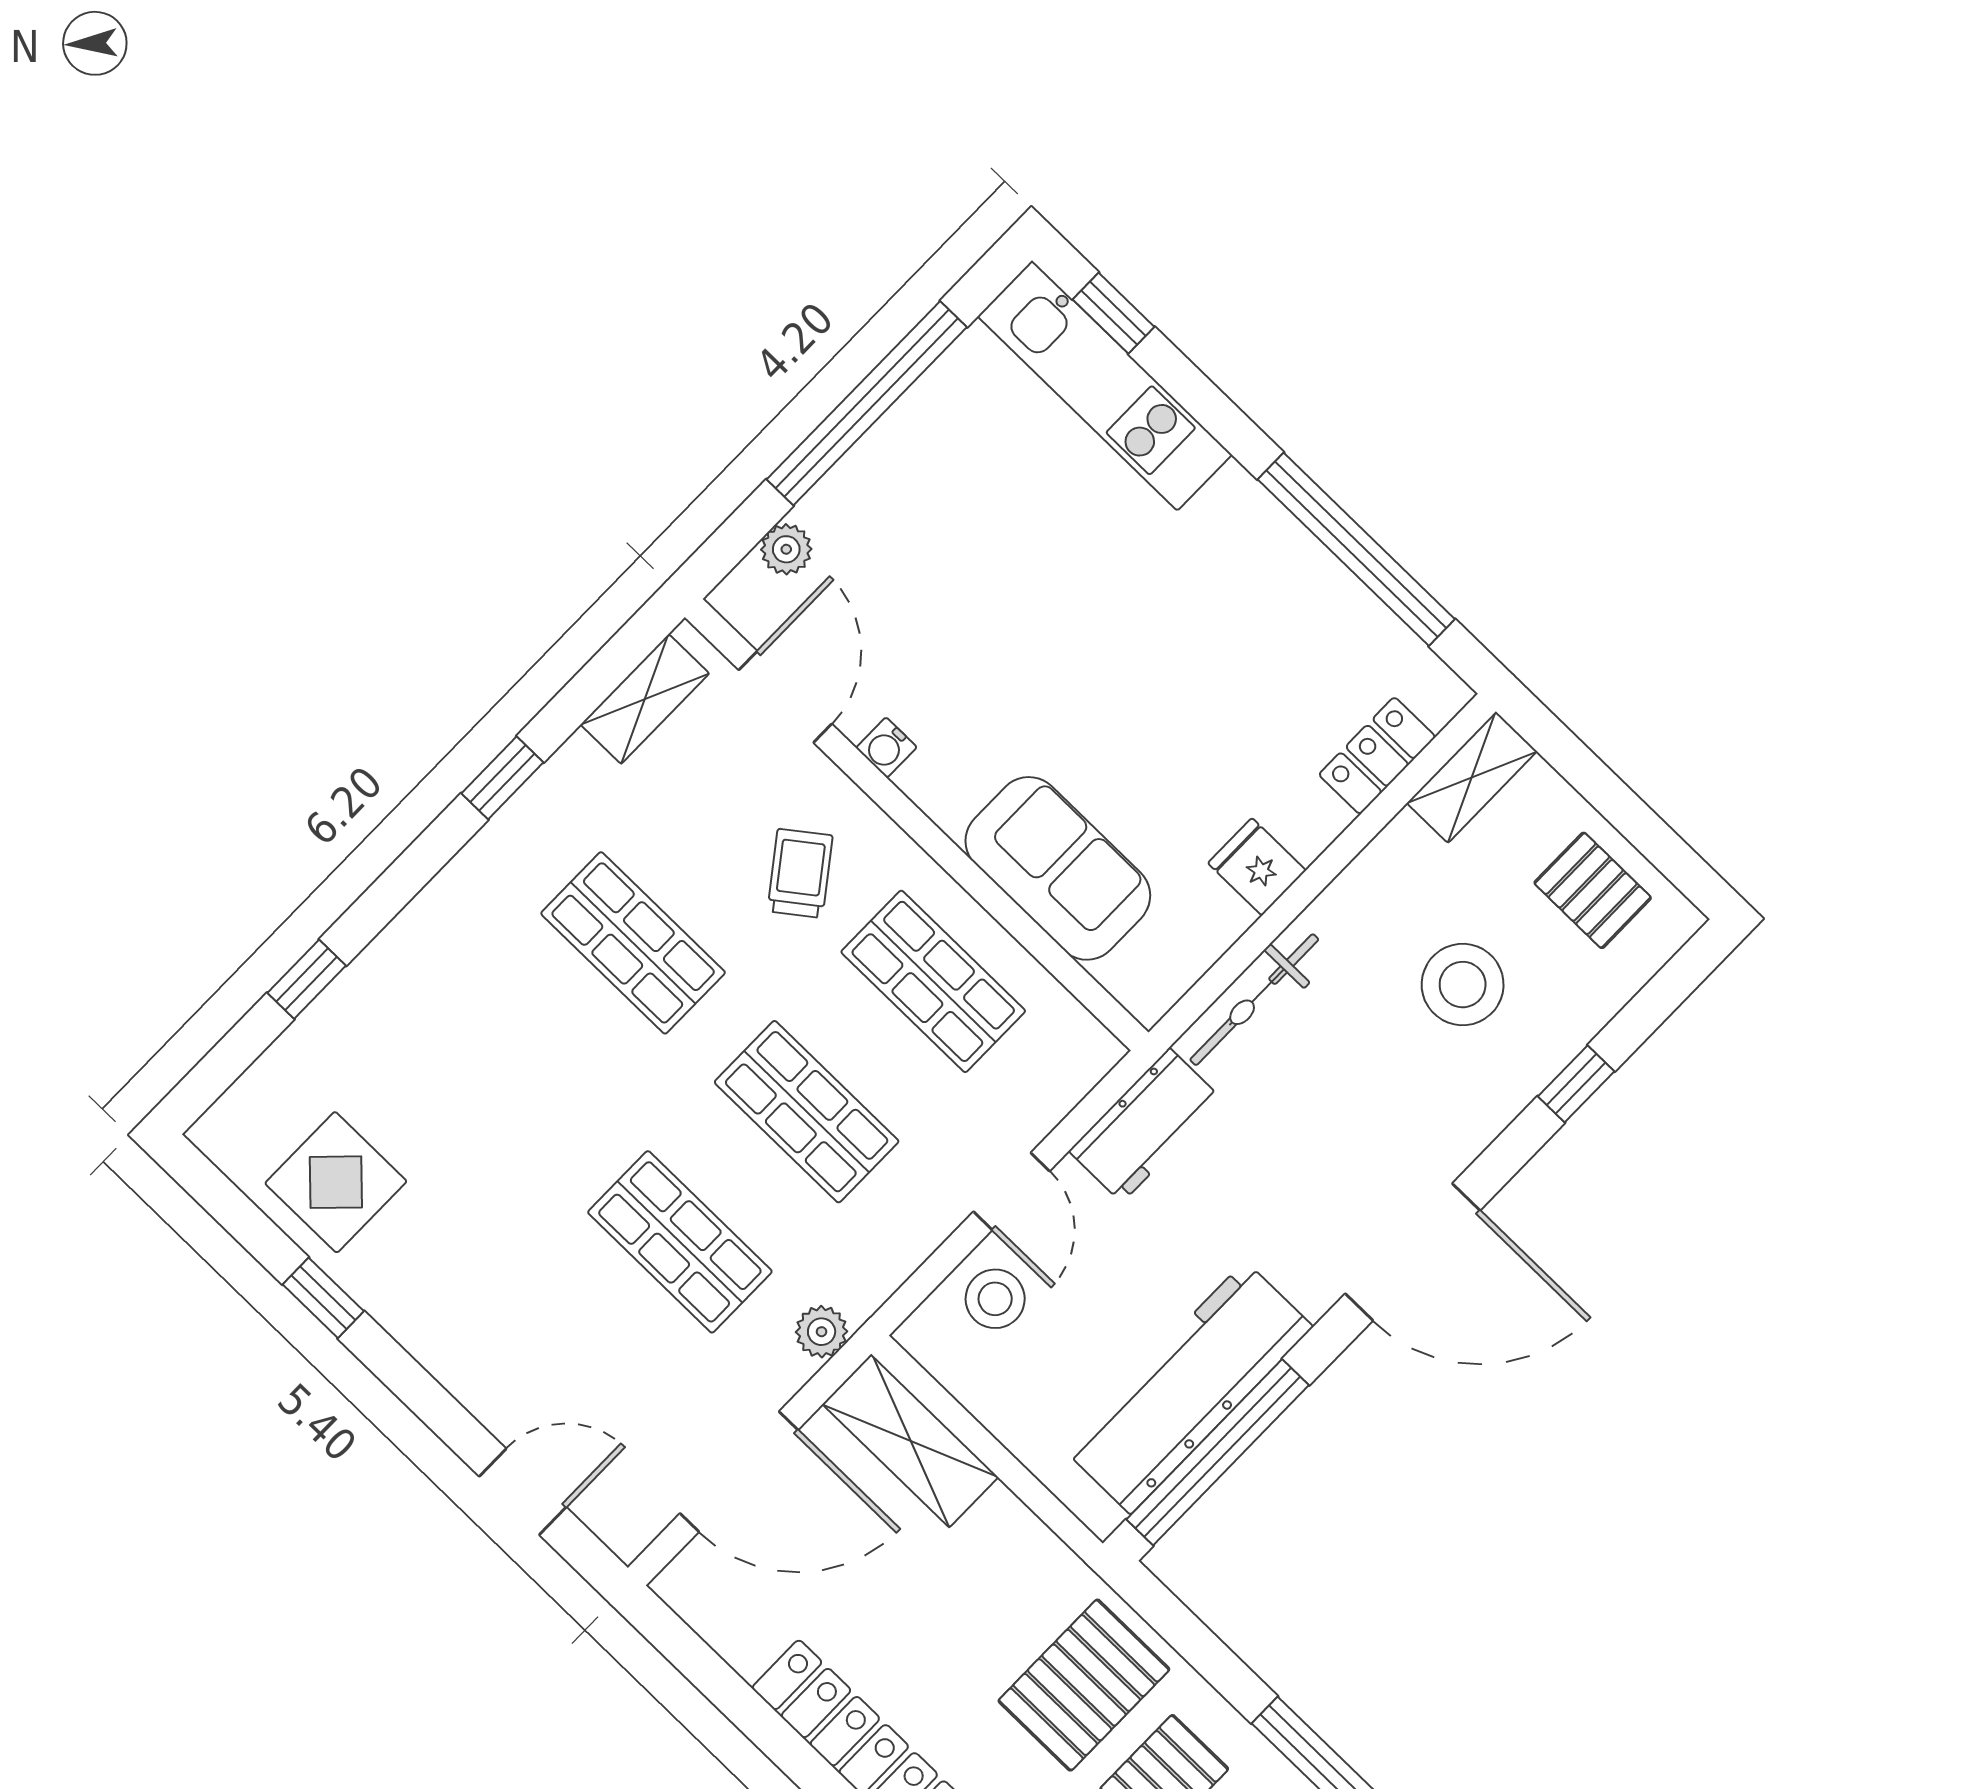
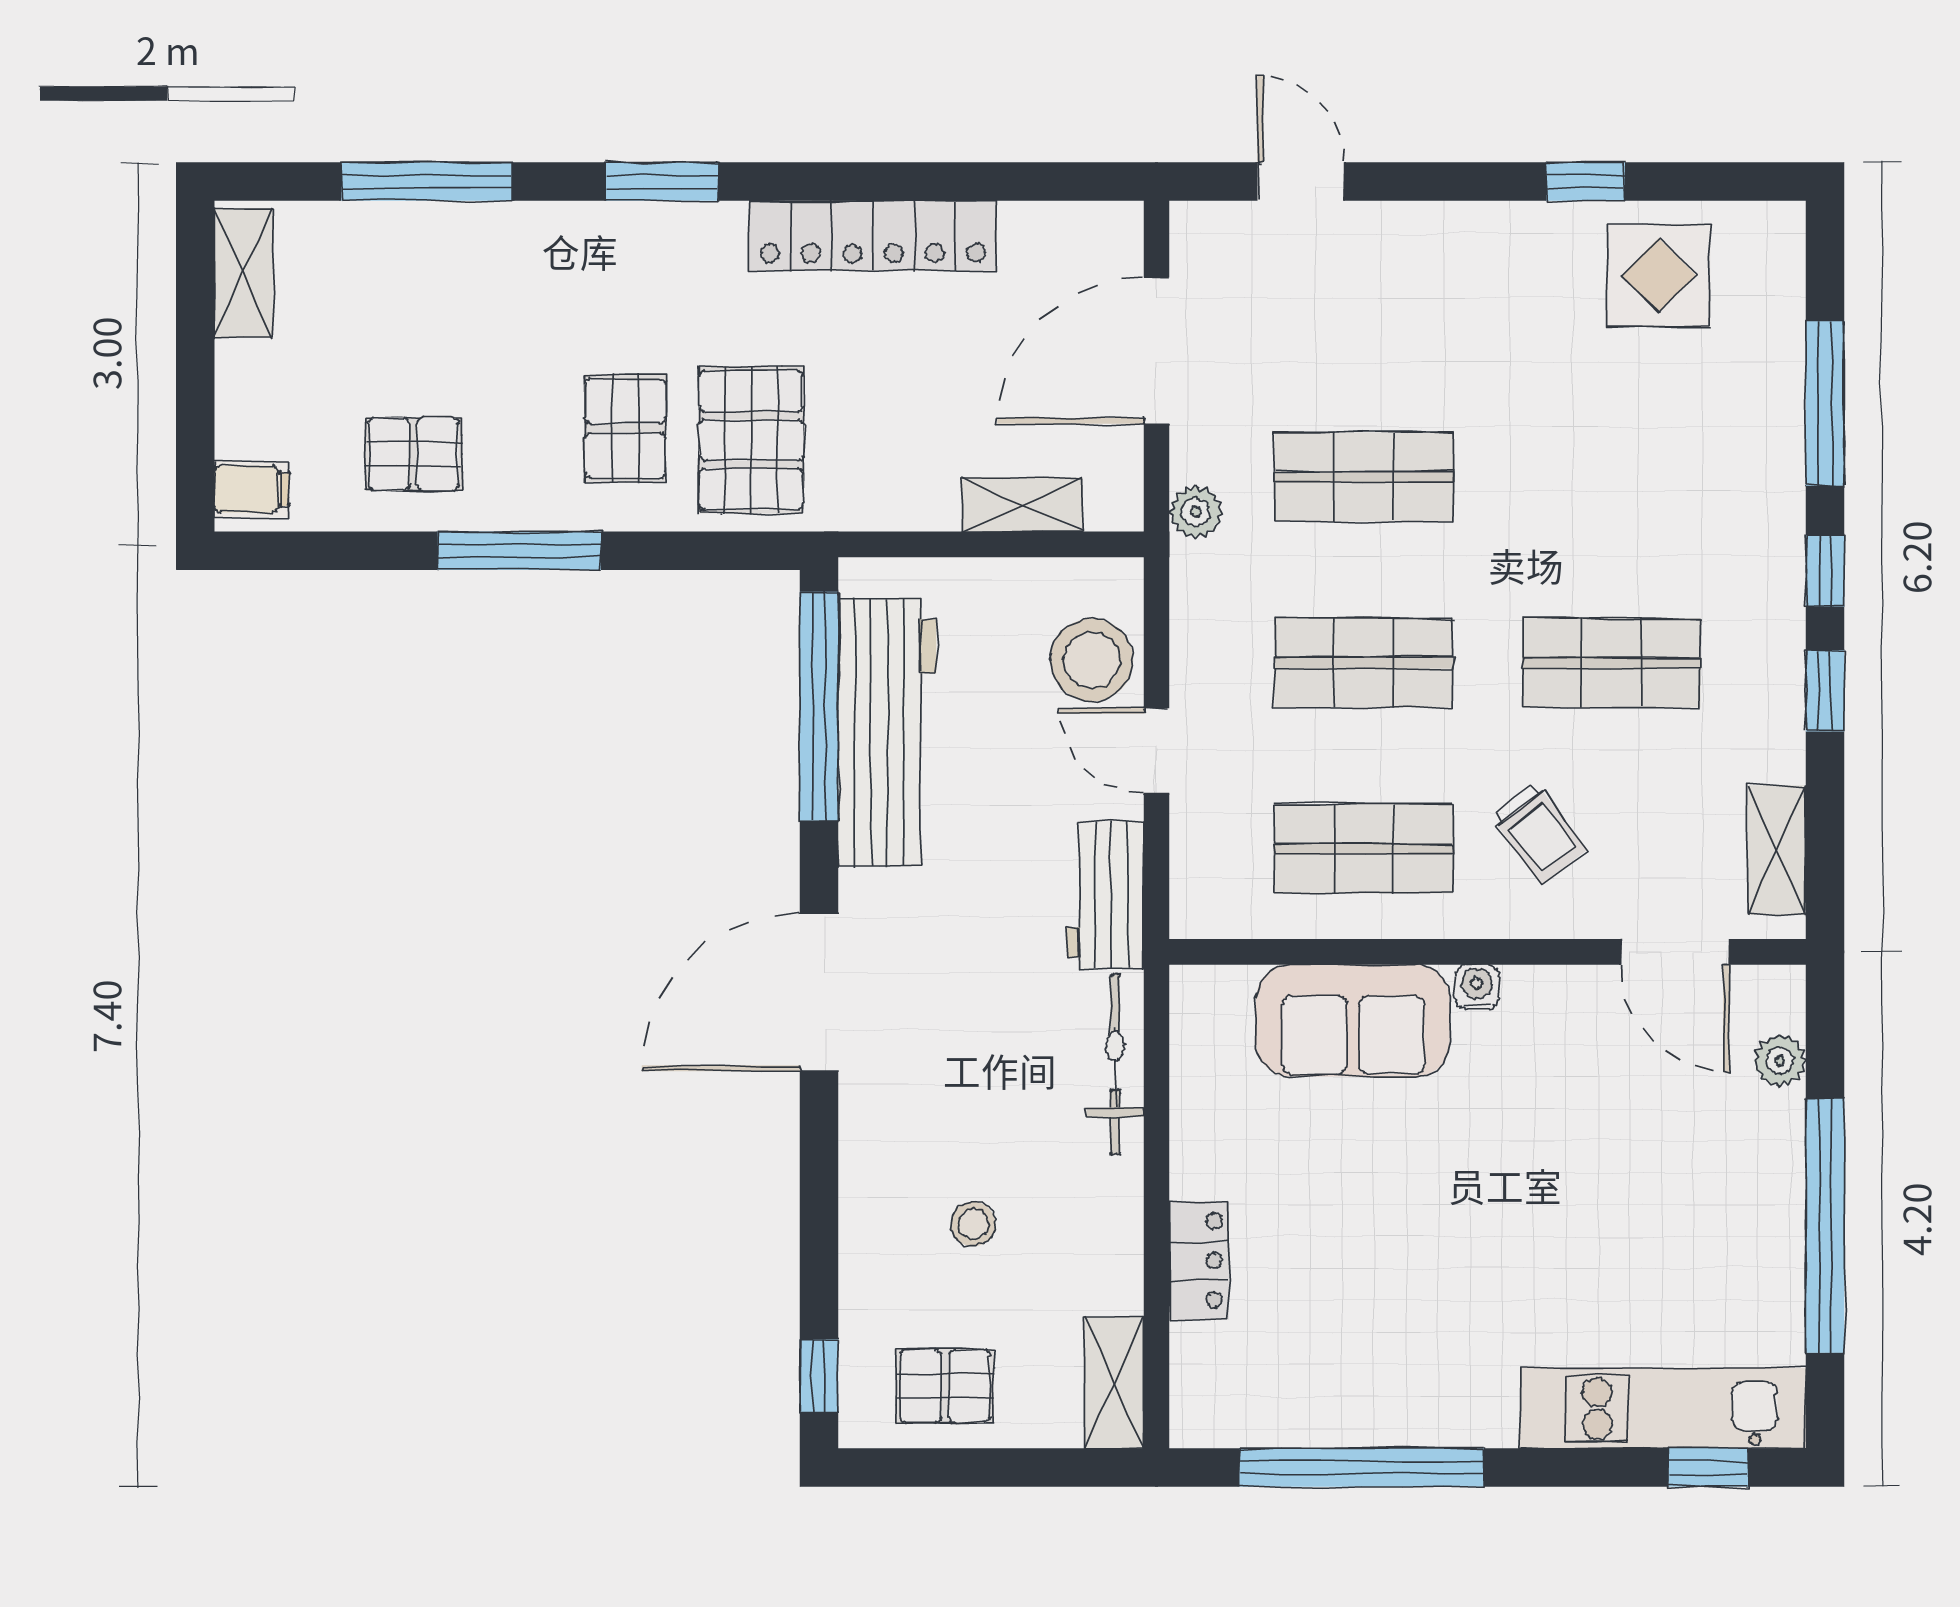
water cooler: (886, 748) -> (1477, 987), moved
locker: (1377, 756) -> (1199, 1260), moved
window: (421, 862) -> (1825, 571), added
fridge: (1257, 867) -> (1208, 1164), removed
window: (307, 979) -> (1825, 403), width x2.17
stool: (1463, 985) -> (973, 1224), width x0.53, depth x0.53
window: (1576, 1084) -> (819, 1376), moved
stool: (995, 1299) -> (1092, 660), width x1.38, depth x1.38
shelving: (911, 1441) -> (1022, 505), width x0.67, depth x0.75
door: (523, 1492) -> (1301, 182), swing flipped

